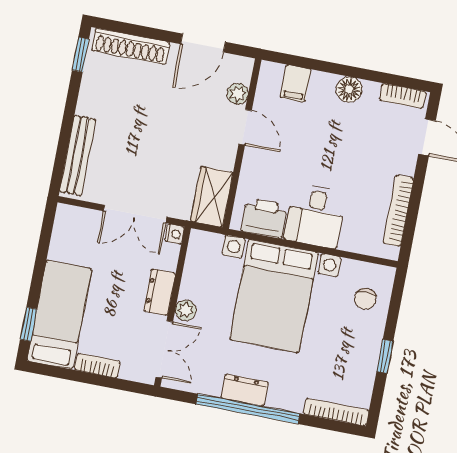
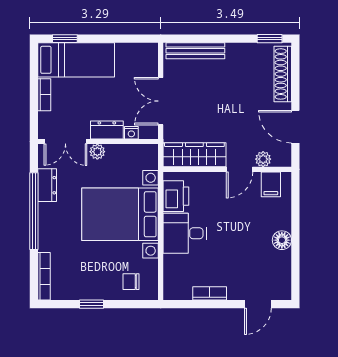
filing cabinet: (295, 83) -> (271, 184), moved, turned -90
bookcase: (403, 96) -> (285, 281), removed
wardrobe: (212, 197) -> (194, 155), width x1.50
bookcase: (398, 211) -> (210, 293), width x0.64
nightstand: (175, 234) -> (131, 133), moved
dresser: (245, 390) -> (47, 185), moved

